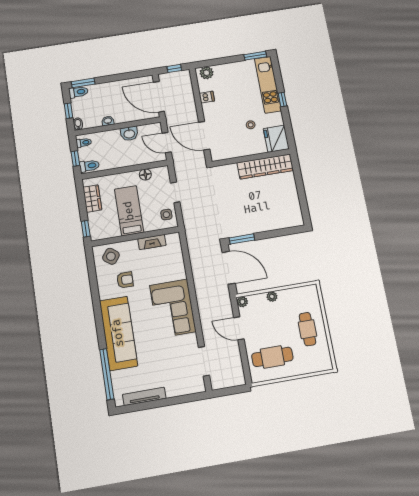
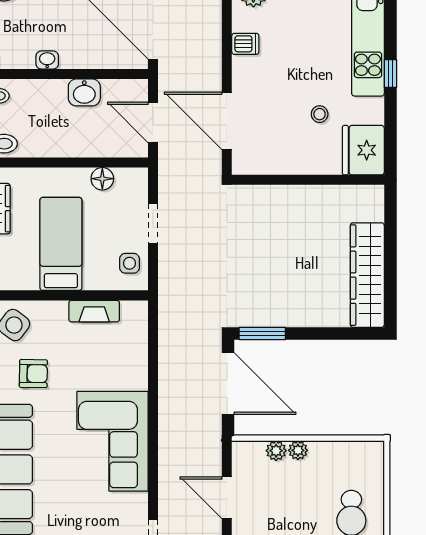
wardrobe: (265, 167) -> (367, 275), moved, turned 90
plant: (242, 302) -> (276, 451), moved

